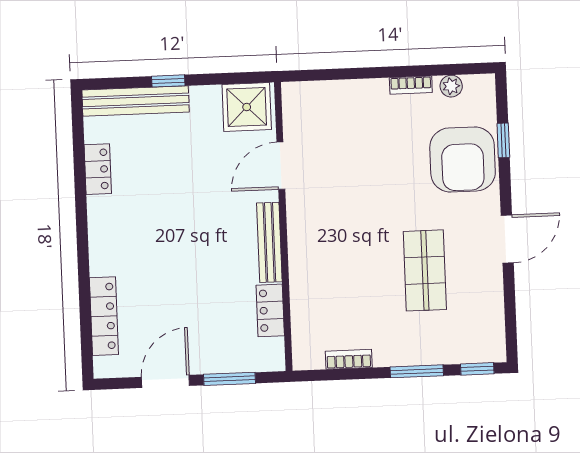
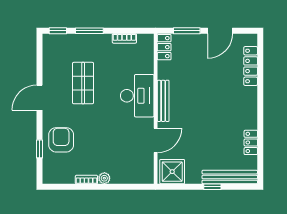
plant: (451, 86) -> (104, 178), moved
armchair: (463, 159) -> (61, 140), width x0.73, depth x0.73
desk: (320, 250) -> (137, 96), added
locker: (270, 310) -> (164, 47), moved

